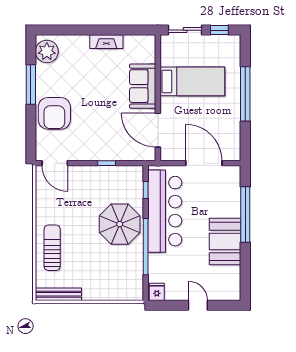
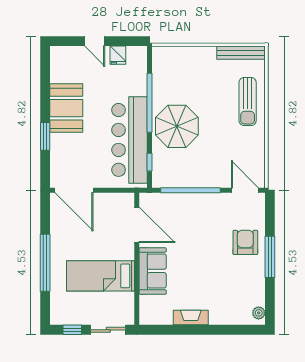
plant: (47, 51) -> (259, 313), width x0.53, depth x0.53
window: (31, 85) -> (270, 257), moved
armchair: (54, 113) -> (245, 242), width x0.73, depth x0.73
window: (107, 163) -> (190, 190), width x3.17
door: (204, 163) -> (74, 190), moved
window: (245, 214) -> (45, 136), width x0.47
fridge: (157, 292) -> (118, 55), moved

